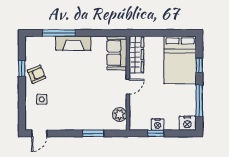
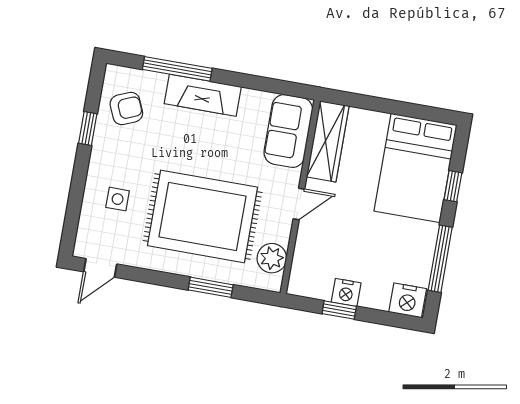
armchair: (36, 74) -> (126, 109), moved
rug: (83, 101) -> (203, 216), added

